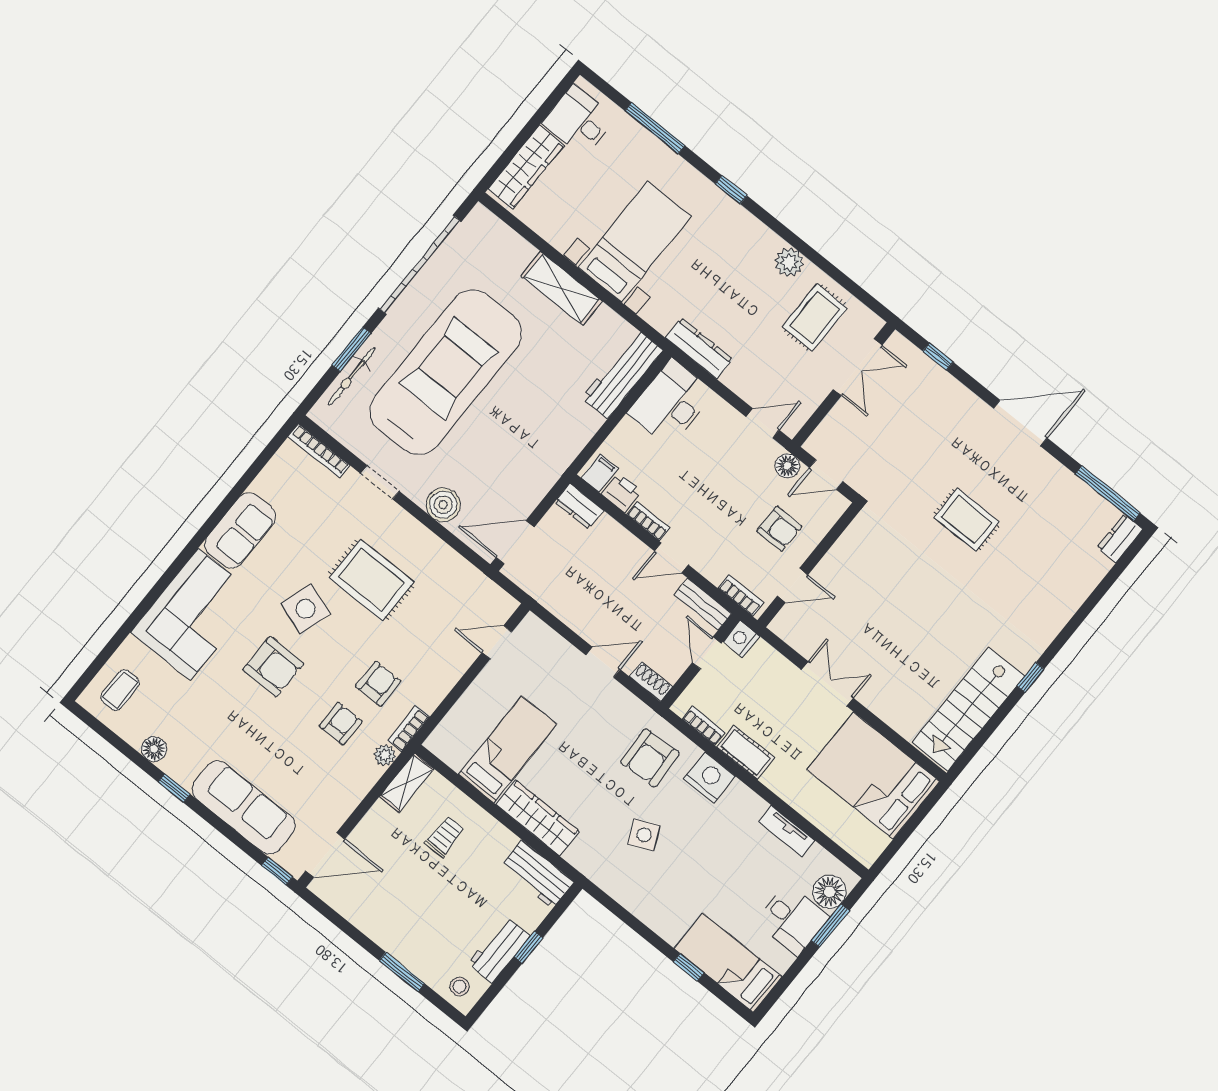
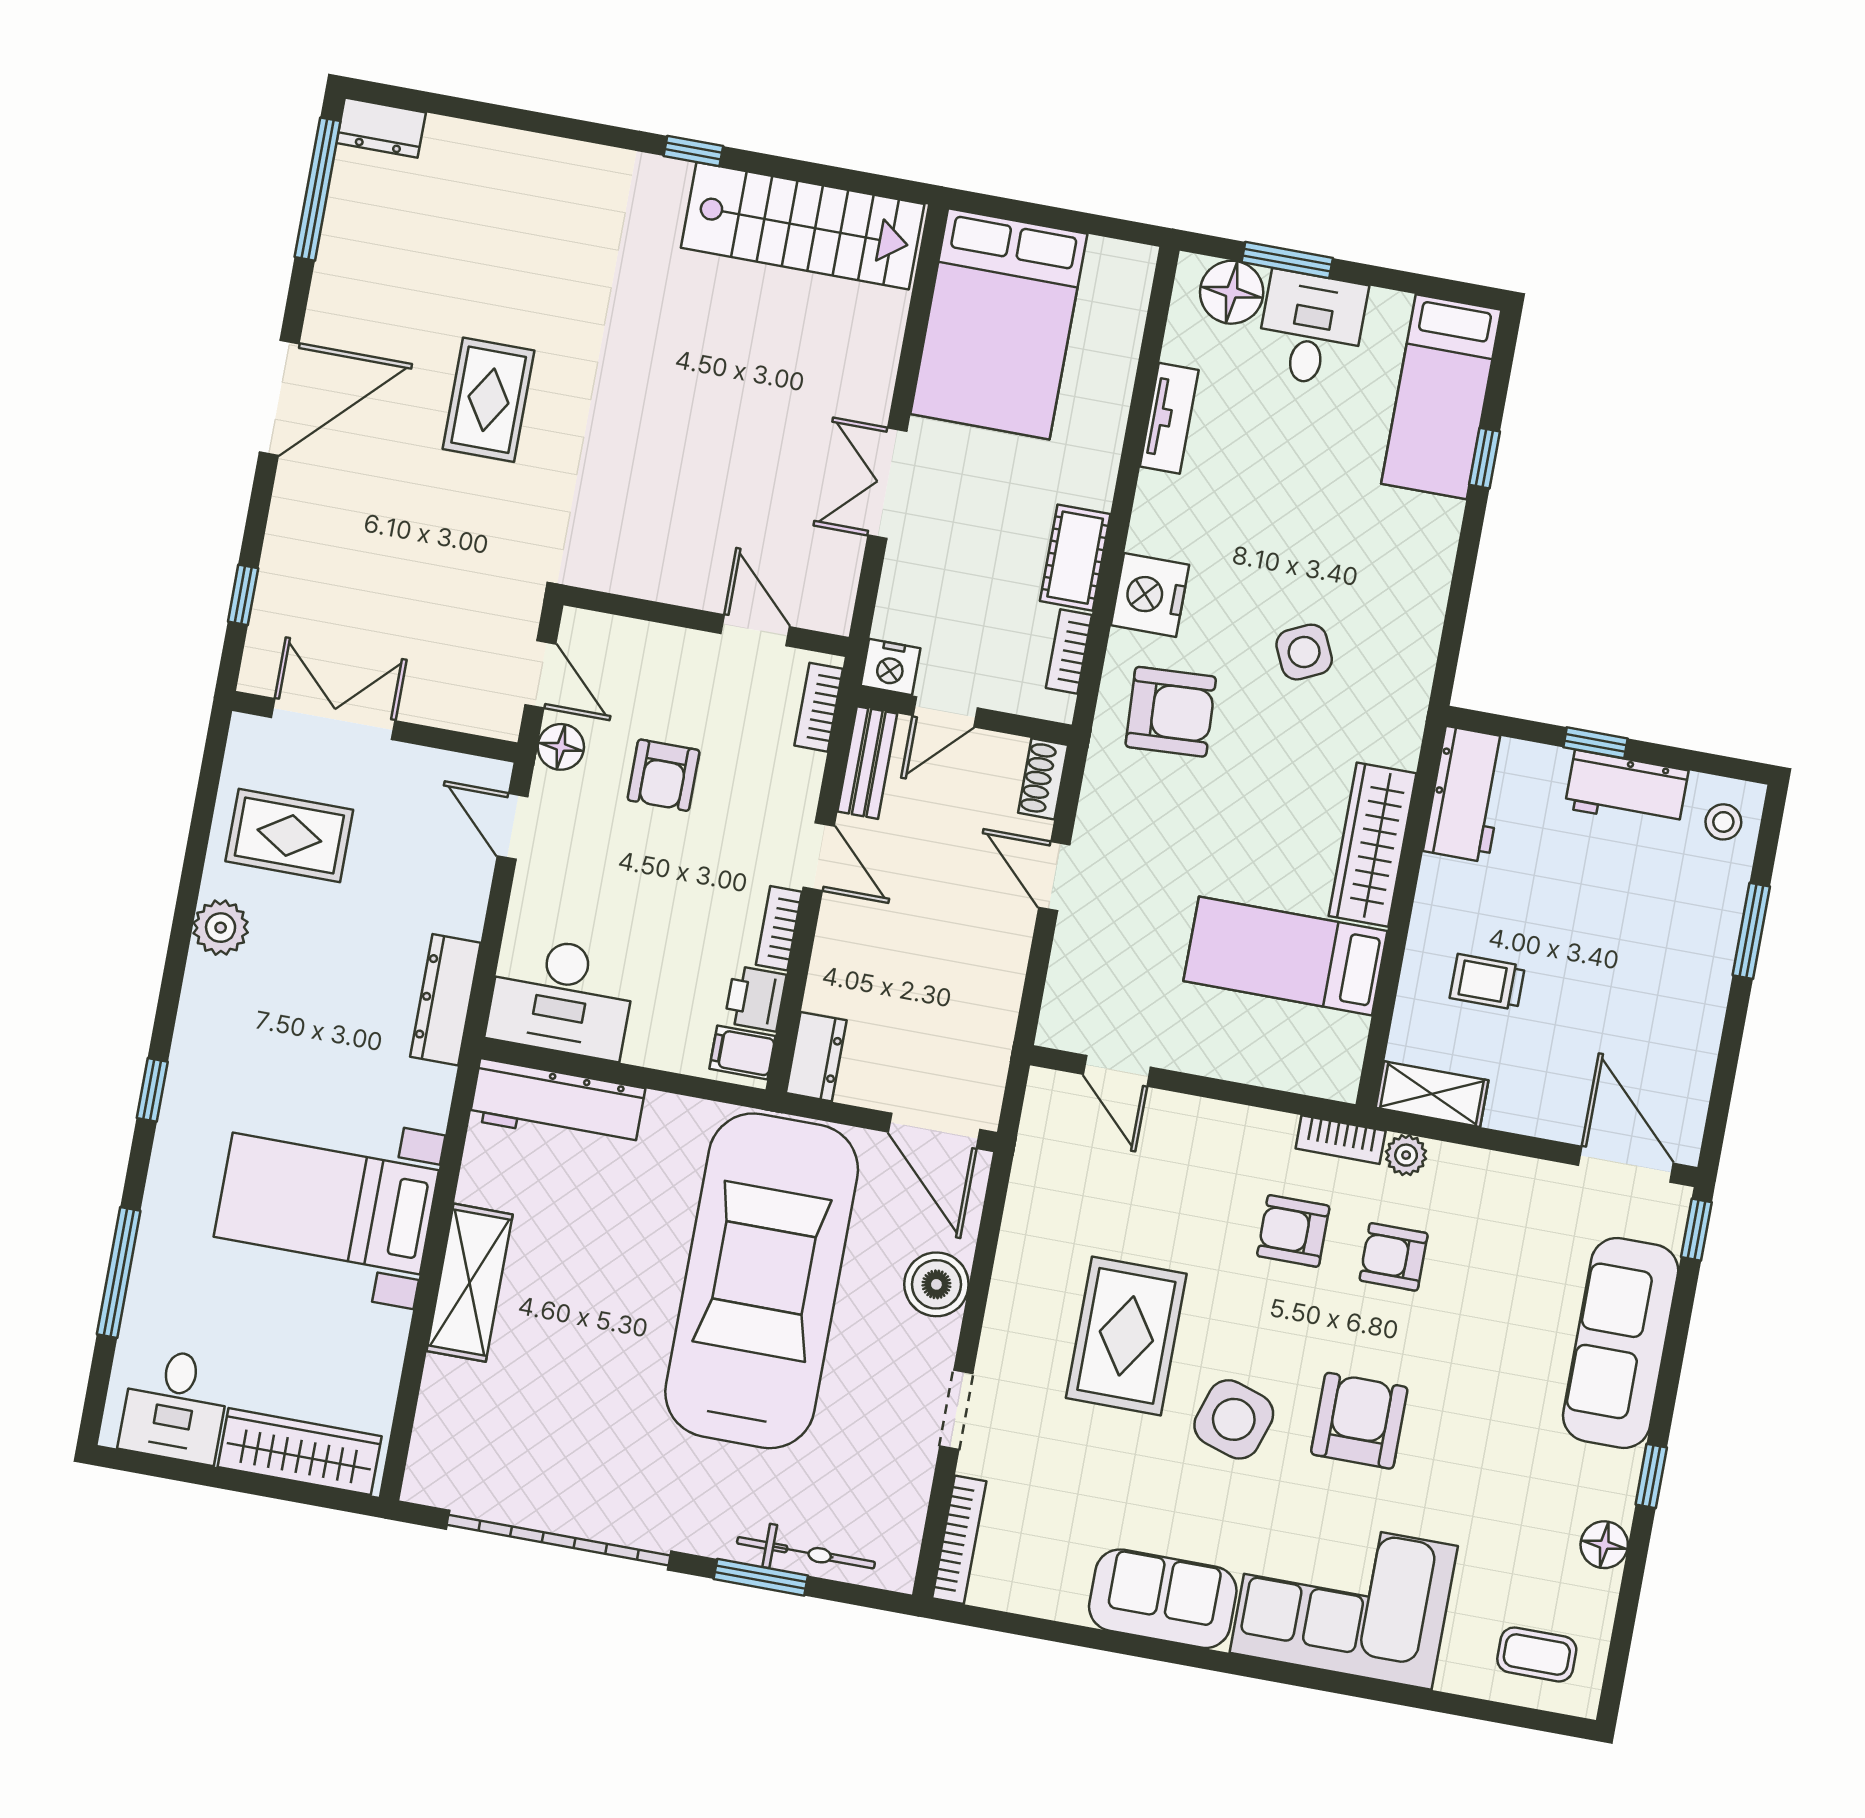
car: (446, 372) -> (762, 1281), moved, turned 90
door: (1020, 423) -> (279, 398), swing flipped
armchair: (779, 529) -> (664, 775), moved, turned 180

